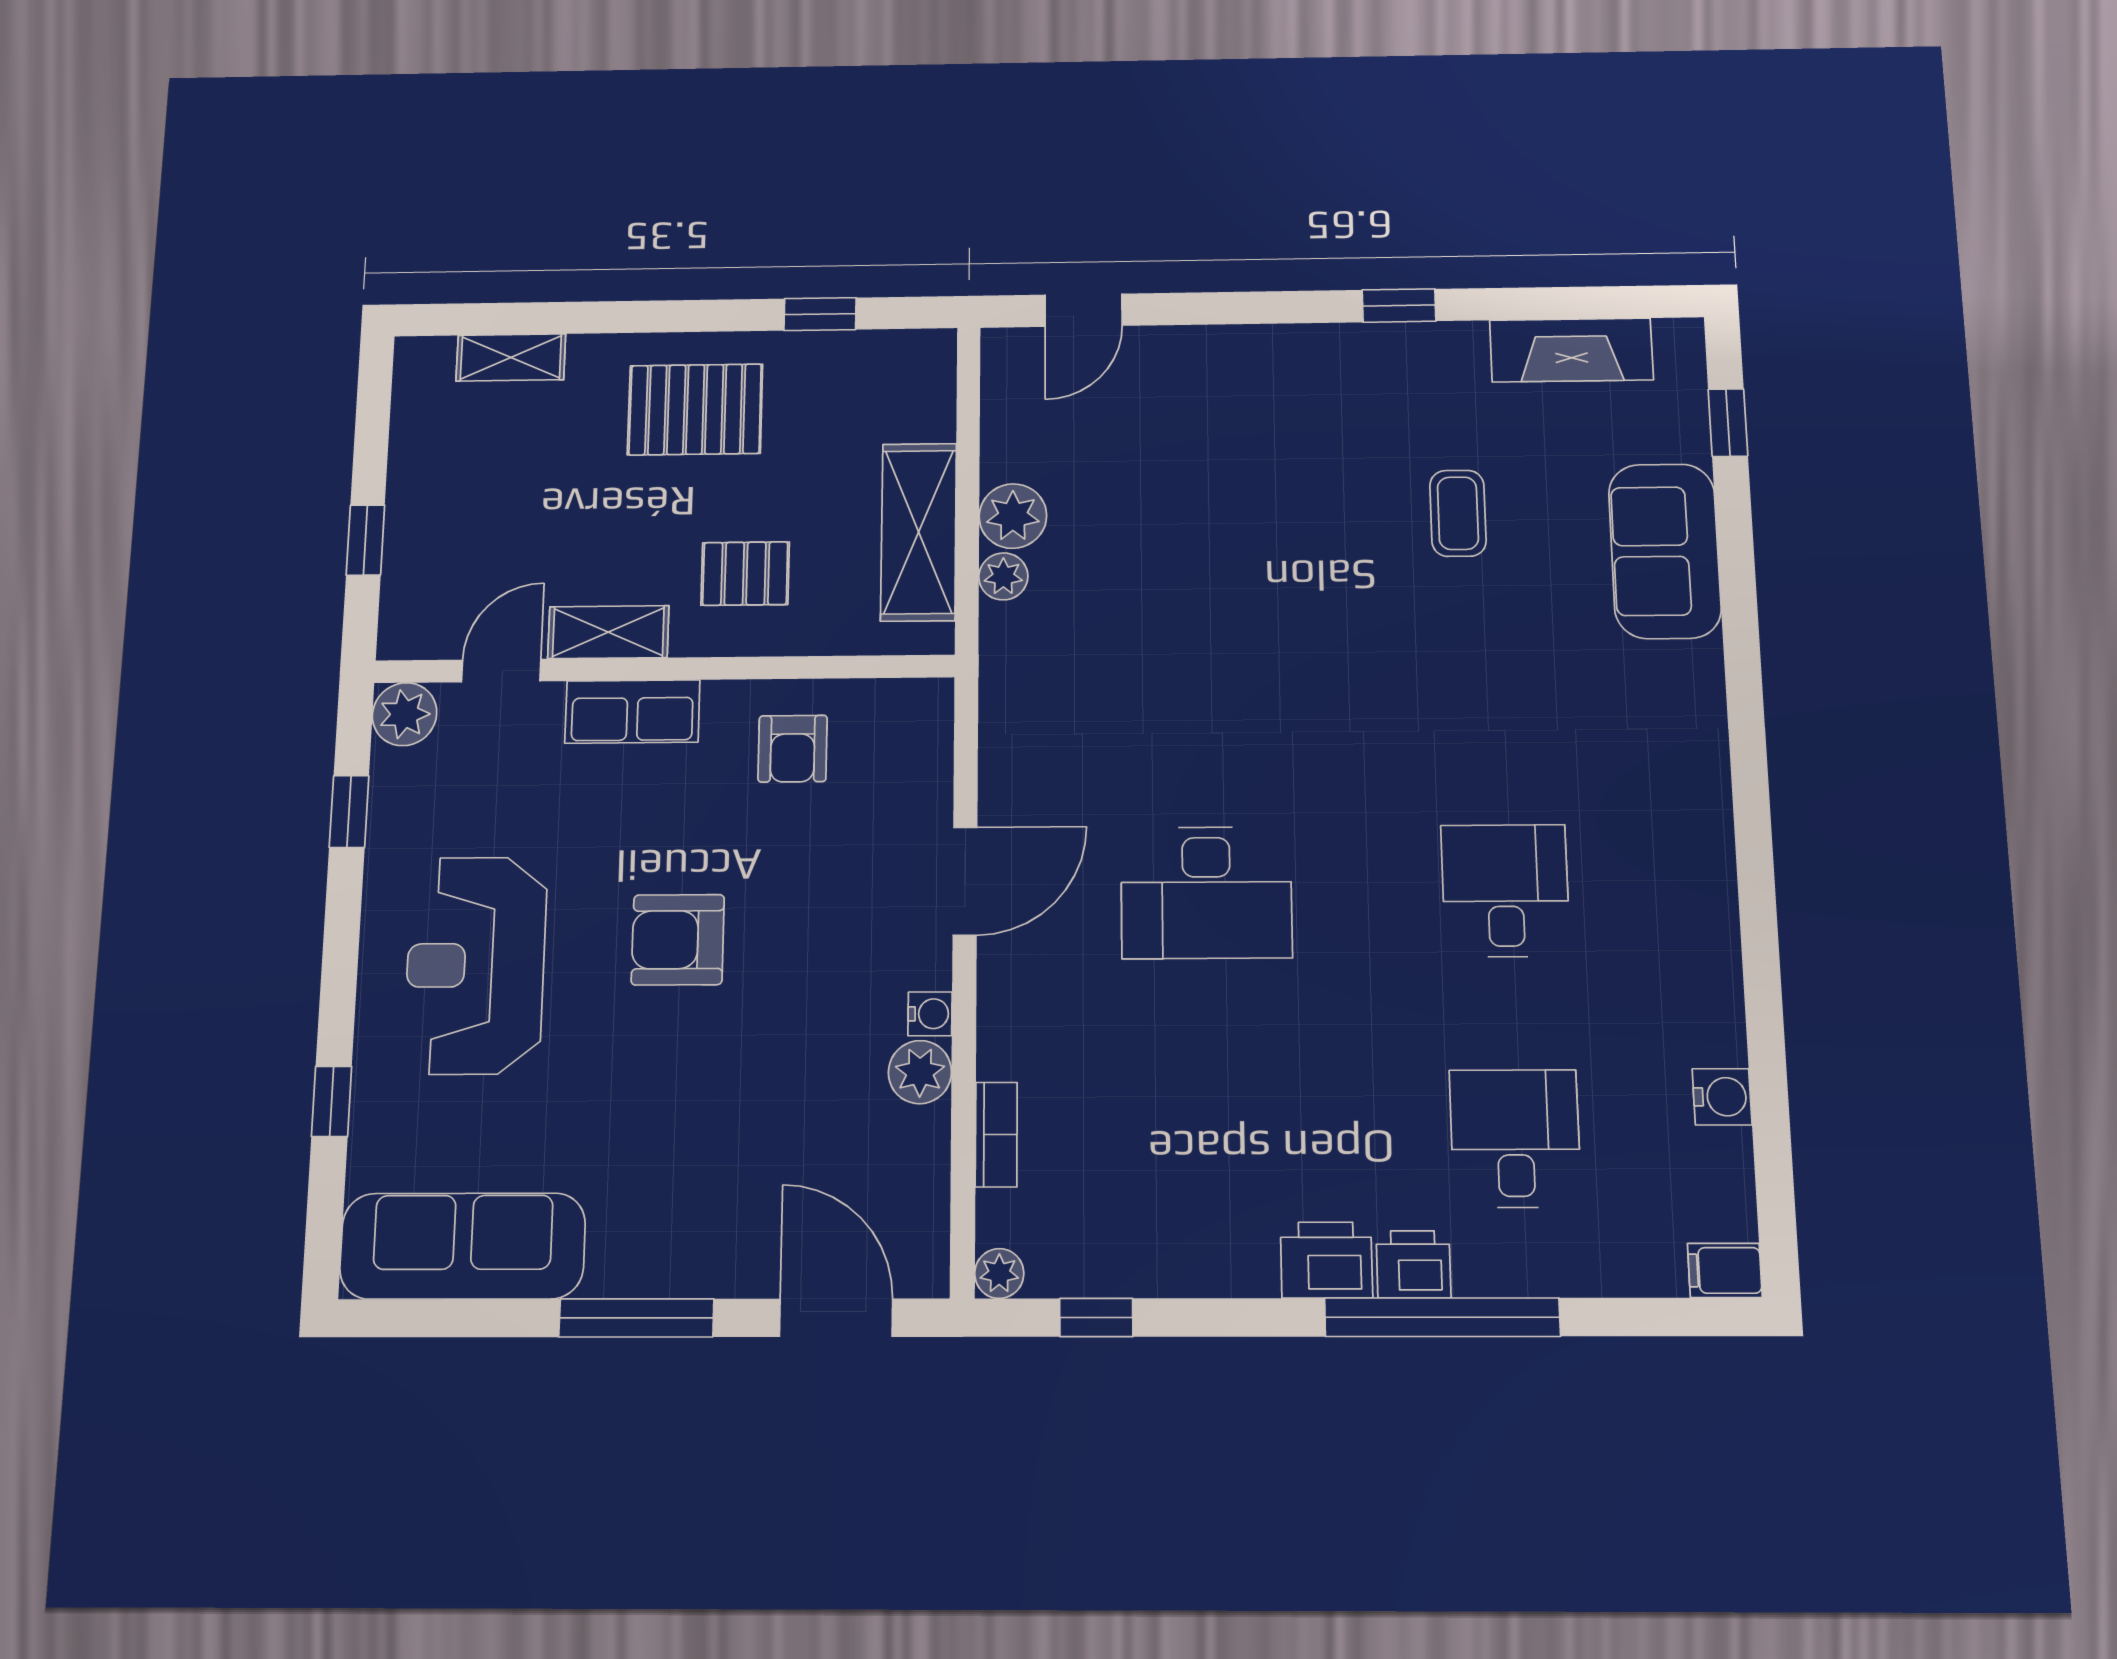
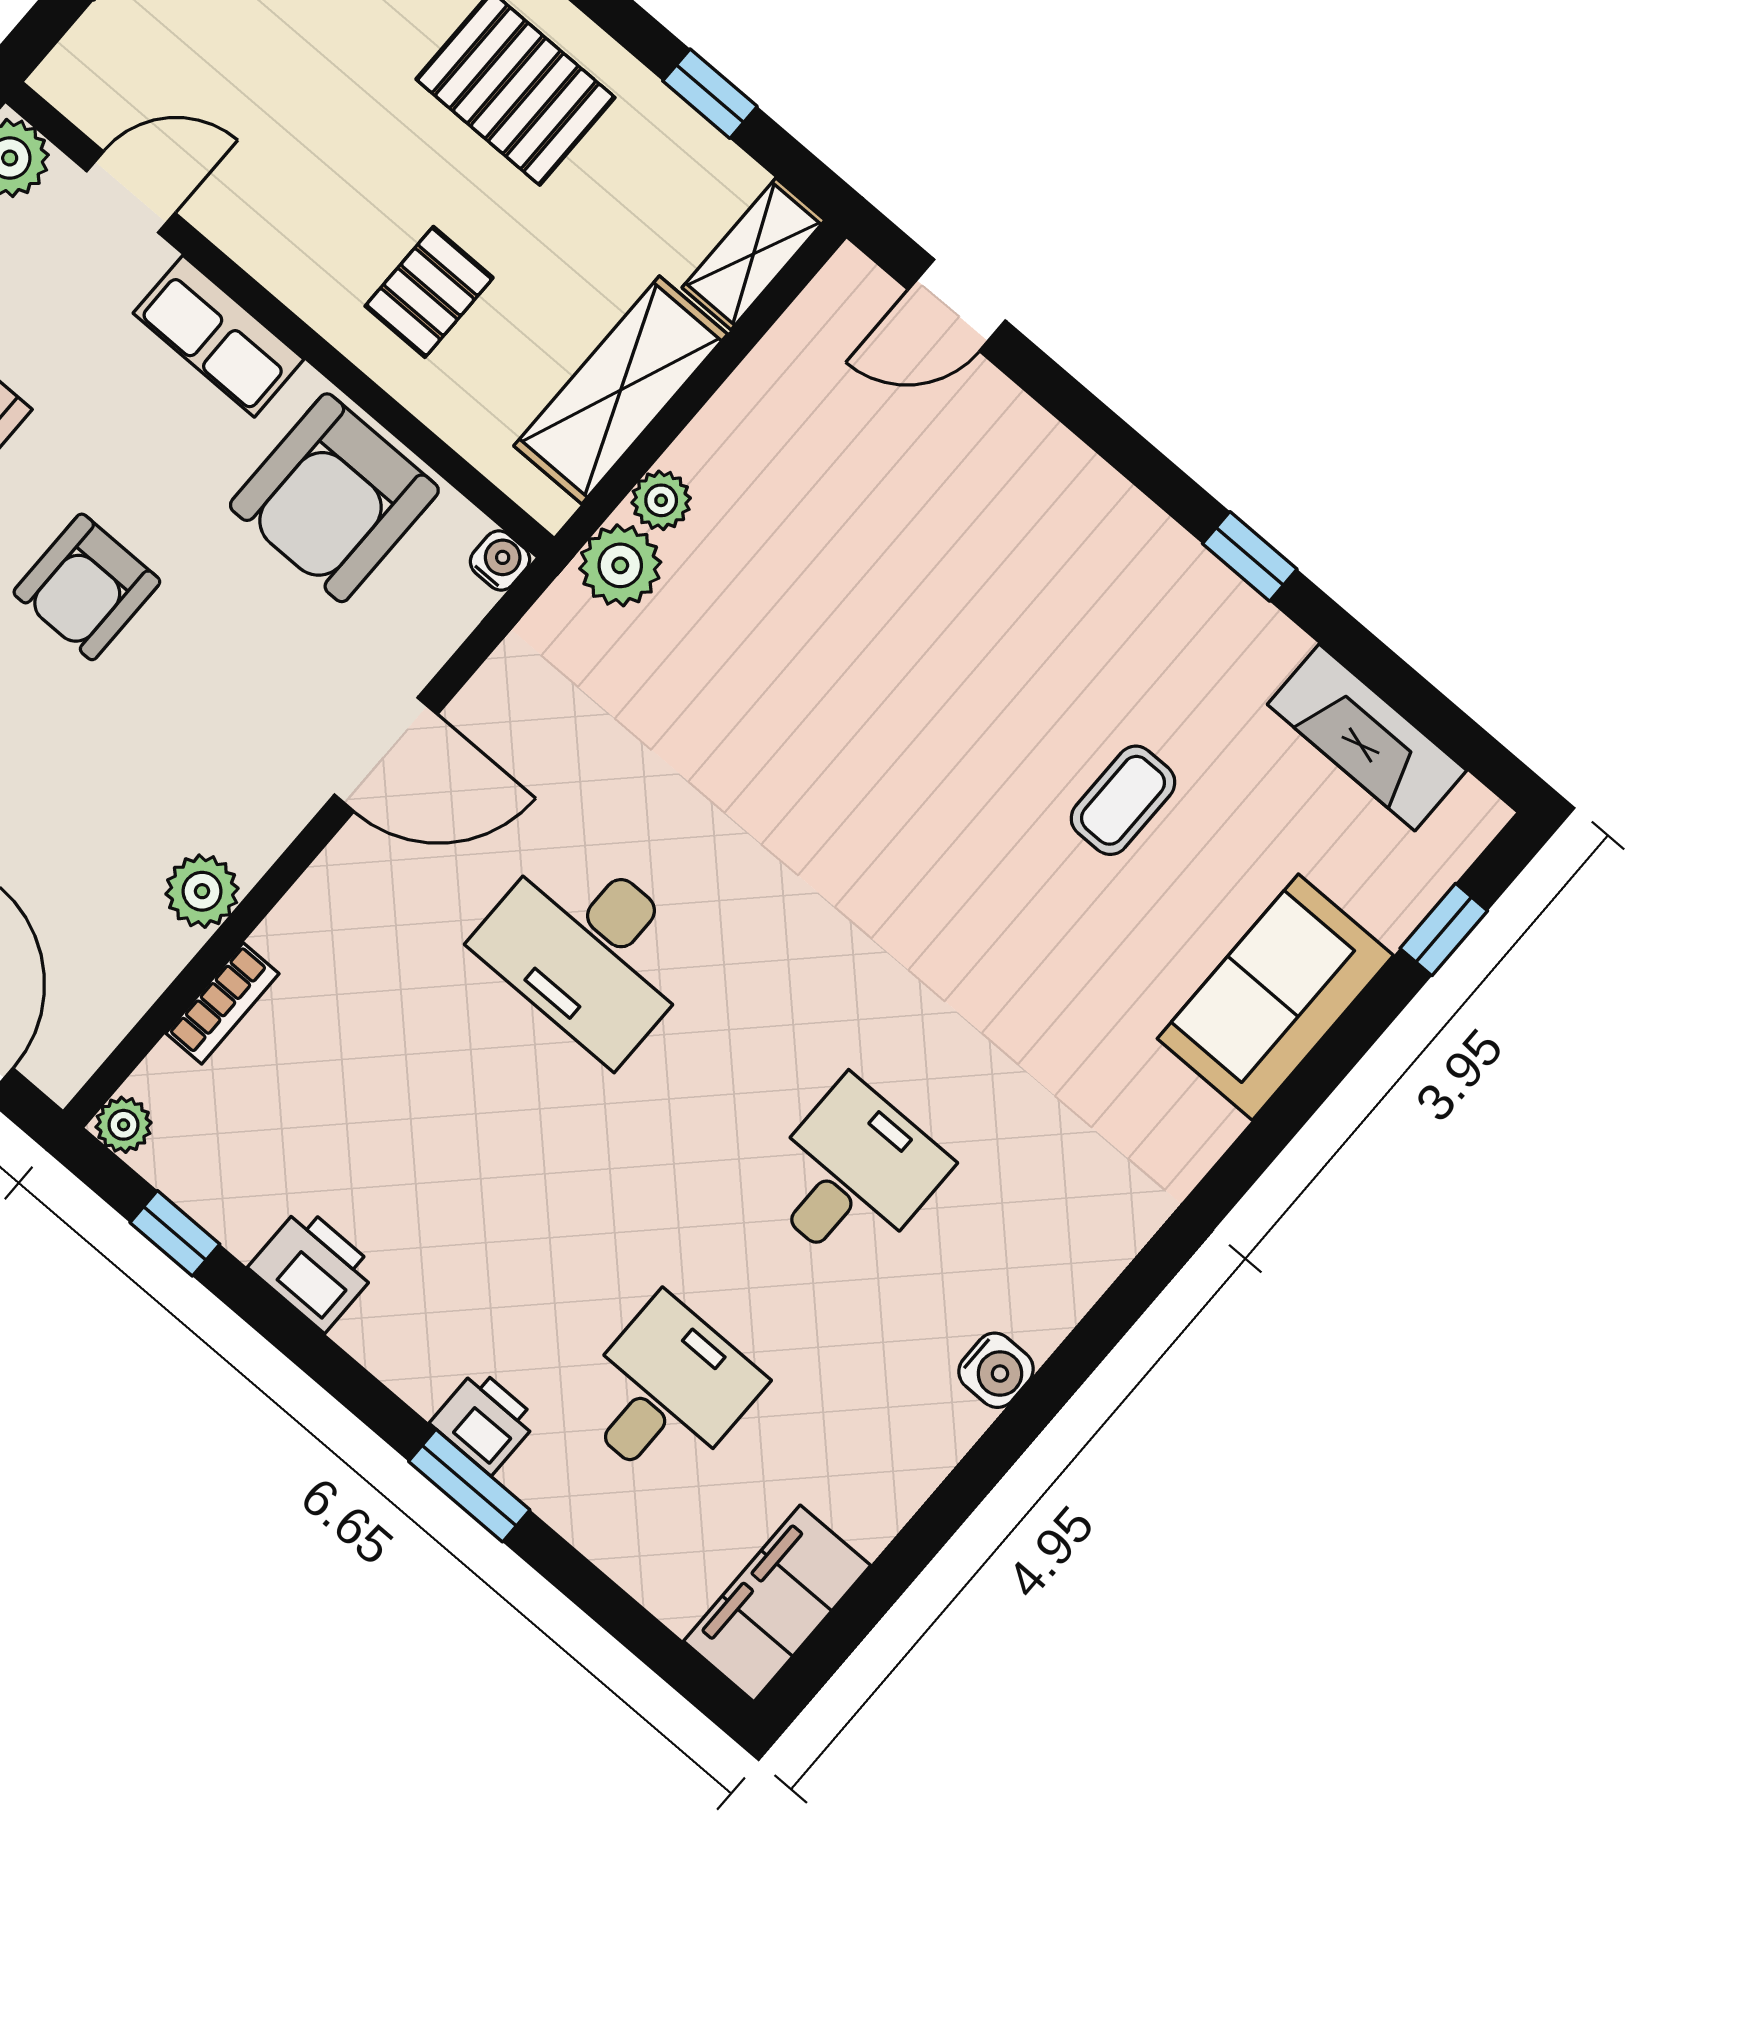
plant: (1013, 516) -> (620, 565), moved
pallet: (745, 574) -> (429, 292), turned 90
shelving: (608, 632) -> (753, 254), moved, turned 90
armchair: (793, 749) -> (334, 498), width x1.88, depth x1.88
armchair: (678, 940) -> (87, 587), turned -90
water cooler: (930, 1014) -> (500, 560), moved, turned -90
water cooler: (1722, 1097) -> (996, 1370), moved
printer: (1326, 1260) -> (313, 1269), moved
filing cabinet: (1725, 1270) -> (777, 1603), width x3.00, depth x1.17
window: (1442, 1317) -> (469, 1486), width x0.47

